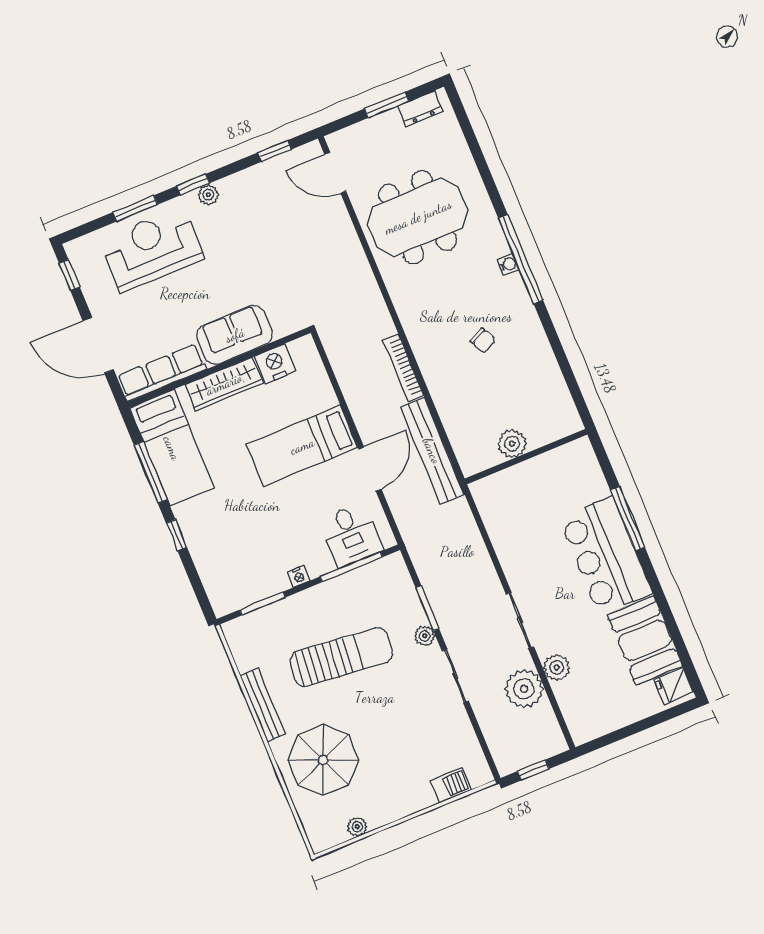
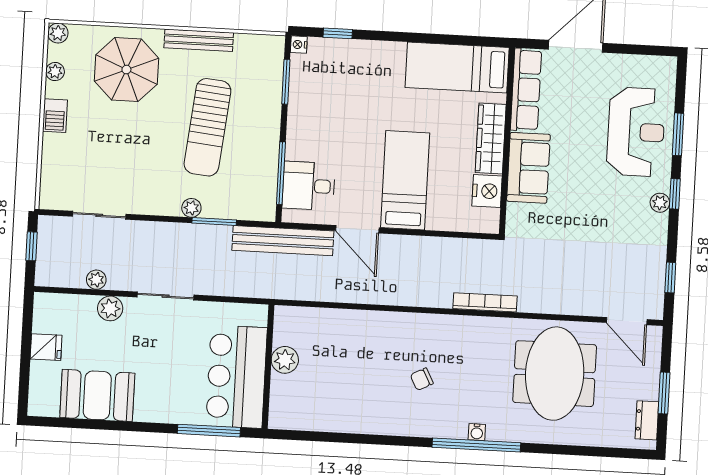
door: (335, 173) -> (627, 321), swing flipped
window: (69, 275) -> (648, 50), removed
bookcase: (403, 368) -> (485, 302), moved
plant: (512, 444) -> (285, 360), moved
bench: (432, 451) -> (283, 241), moved
wall: (526, 457) -> (268, 367), moved
window: (151, 472) -> (445, 39), removed
window: (177, 535) -> (338, 33), moved
bar counter: (606, 556) -> (236, 377), moved, turned -90
nightstand: (299, 576) -> (299, 45), moved
sliding door: (455, 676) -> (99, 215), moved
fridge: (674, 686) -> (46, 347), moved, turned 90
plant: (524, 689) -> (96, 280), width x0.53, depth x0.53
barbecue: (451, 785) -> (55, 116), moved
plant: (320, 841) -> (58, 33), added

